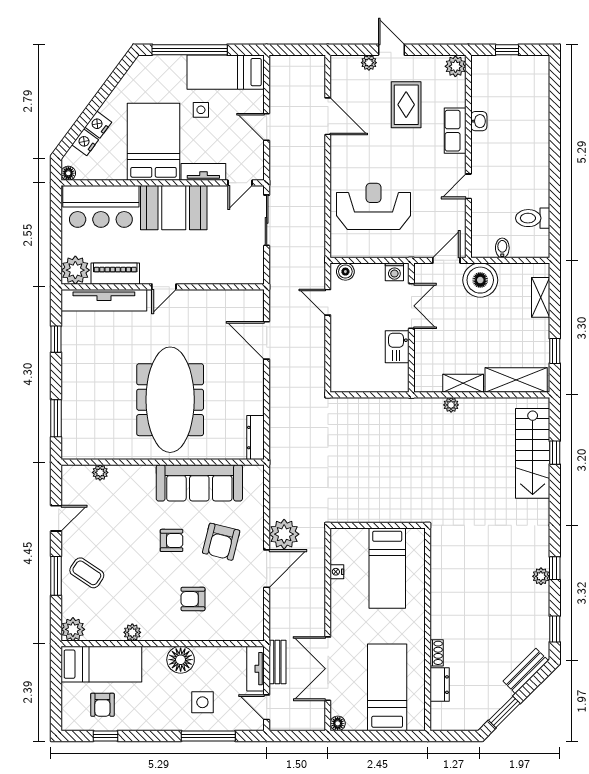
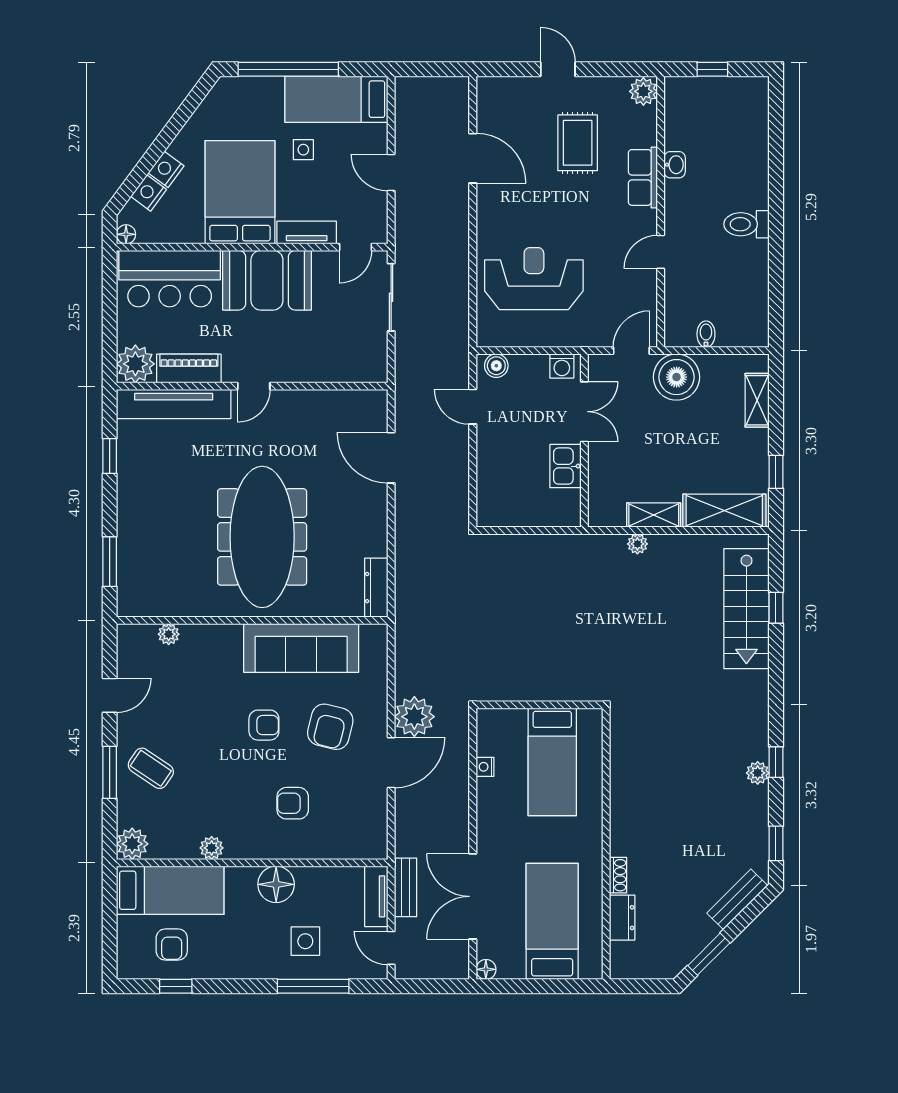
plant: (369, 63) -> (528, 87), removed
toilet: (533, 218) -> (747, 224), moved

